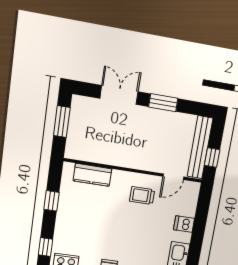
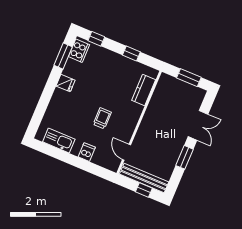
window: (212, 158) -> (144, 190), moved
trolley: (142, 196) -> (102, 118), moved

